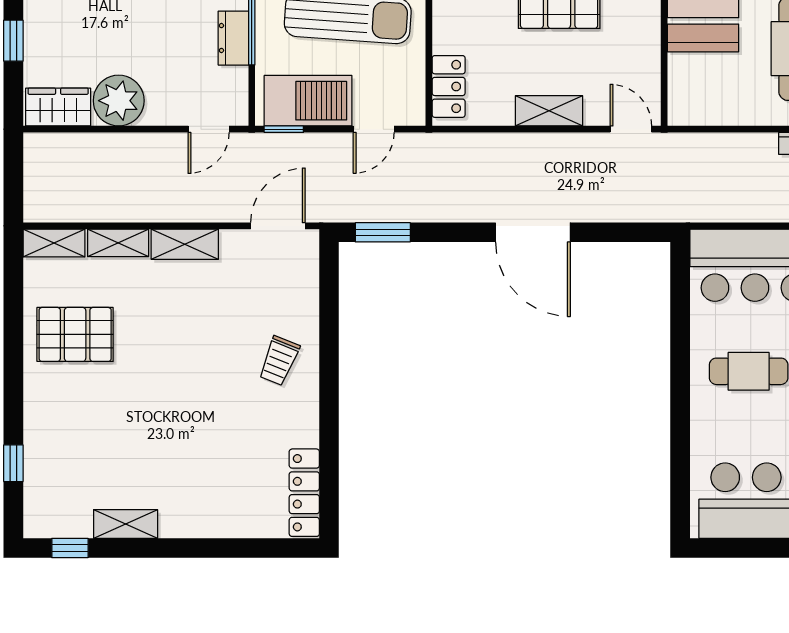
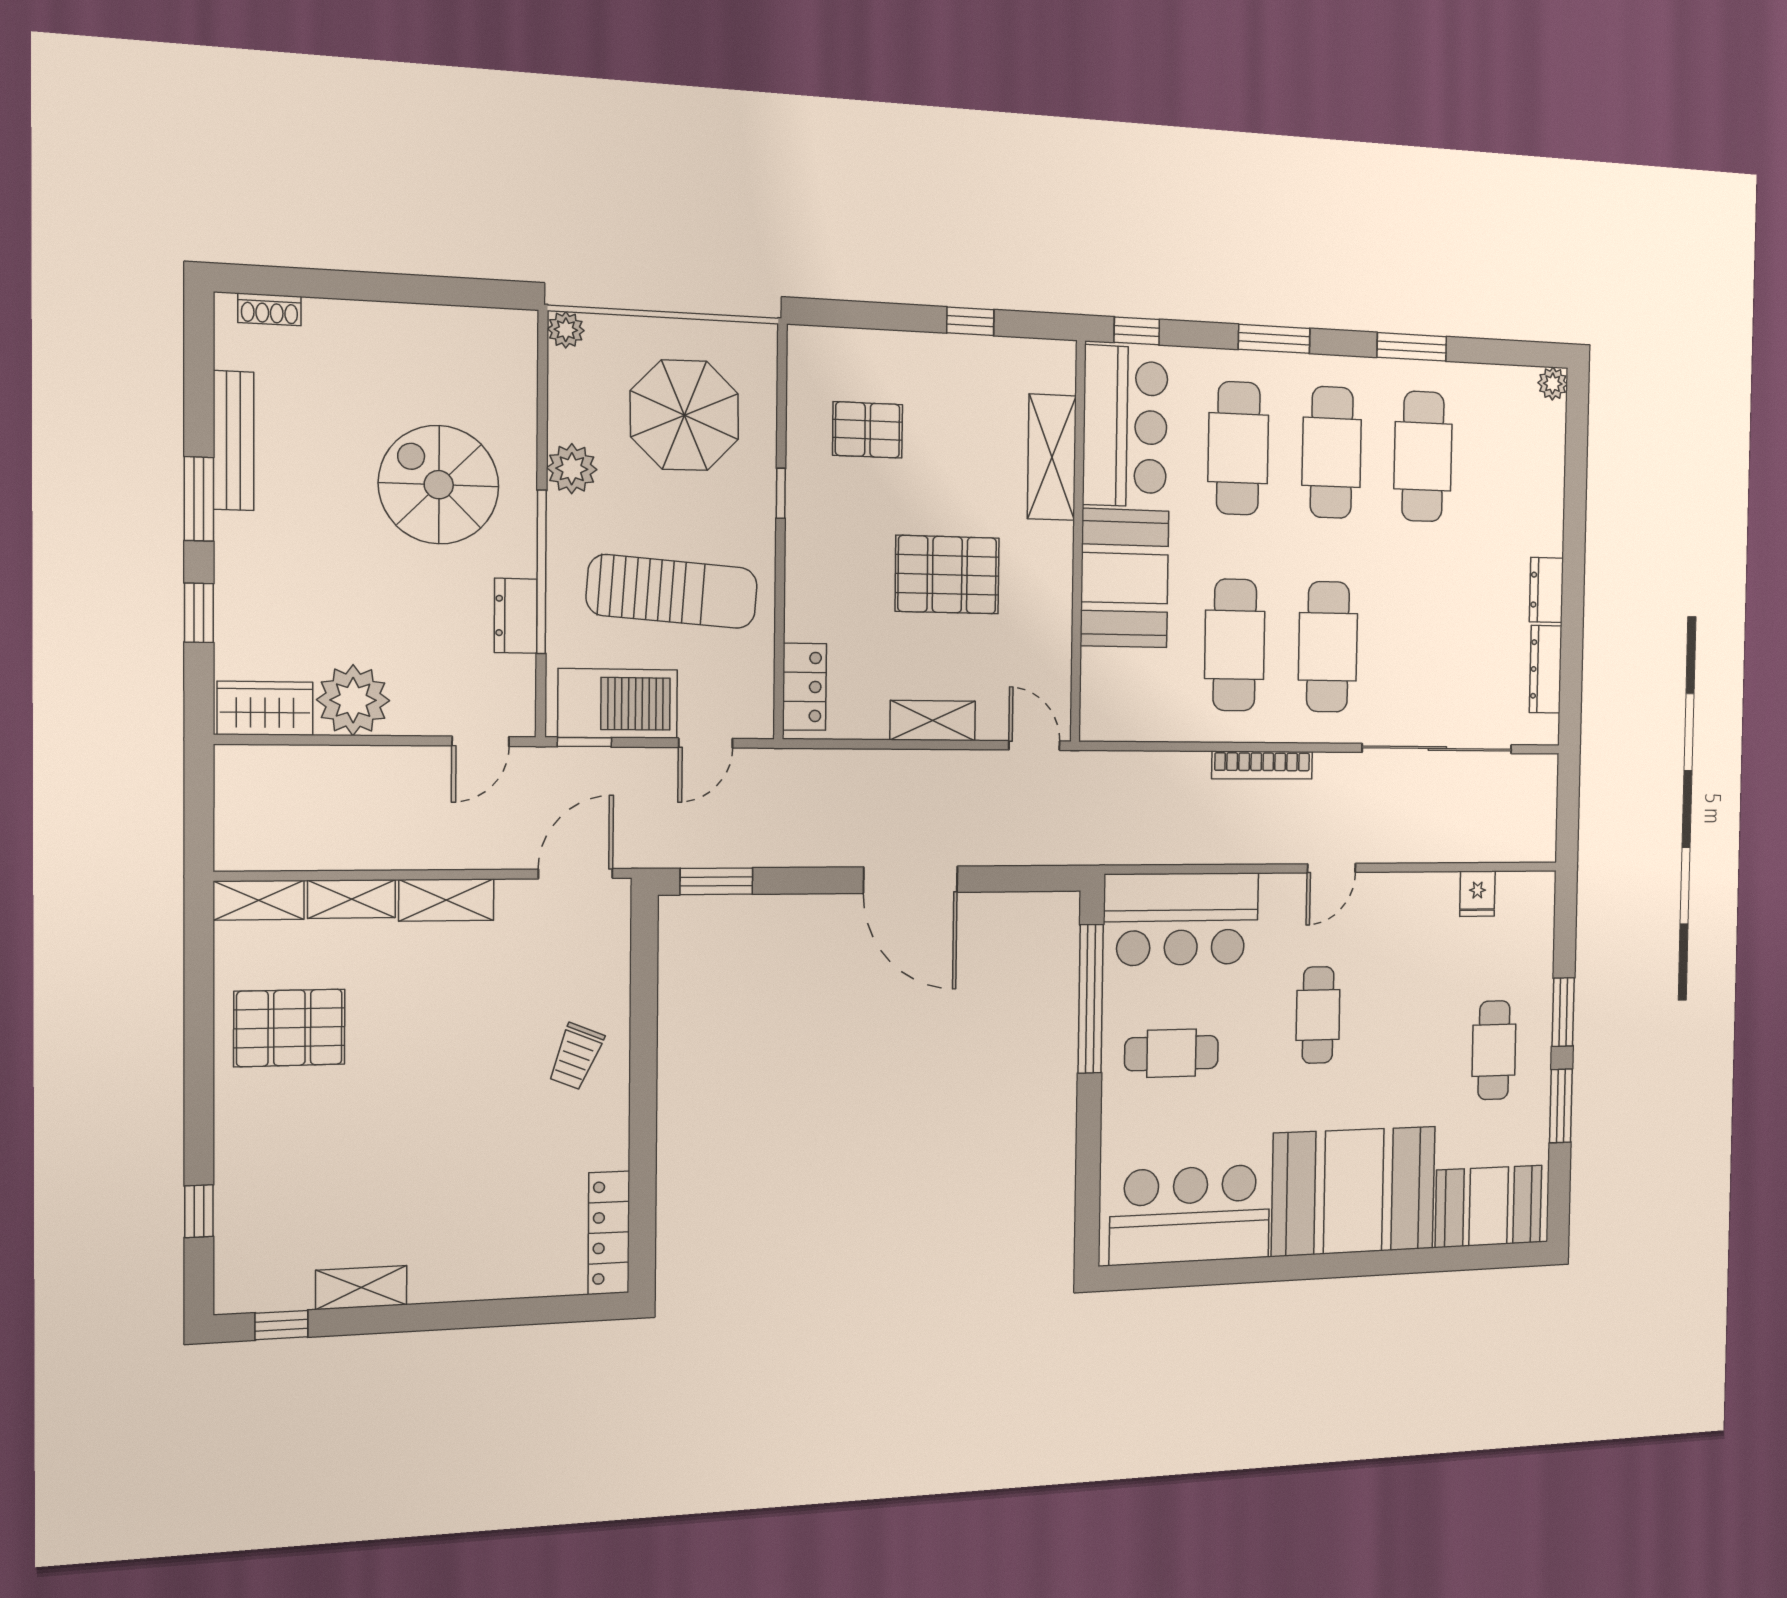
window: (680, 327) -> (1091, 999), added

